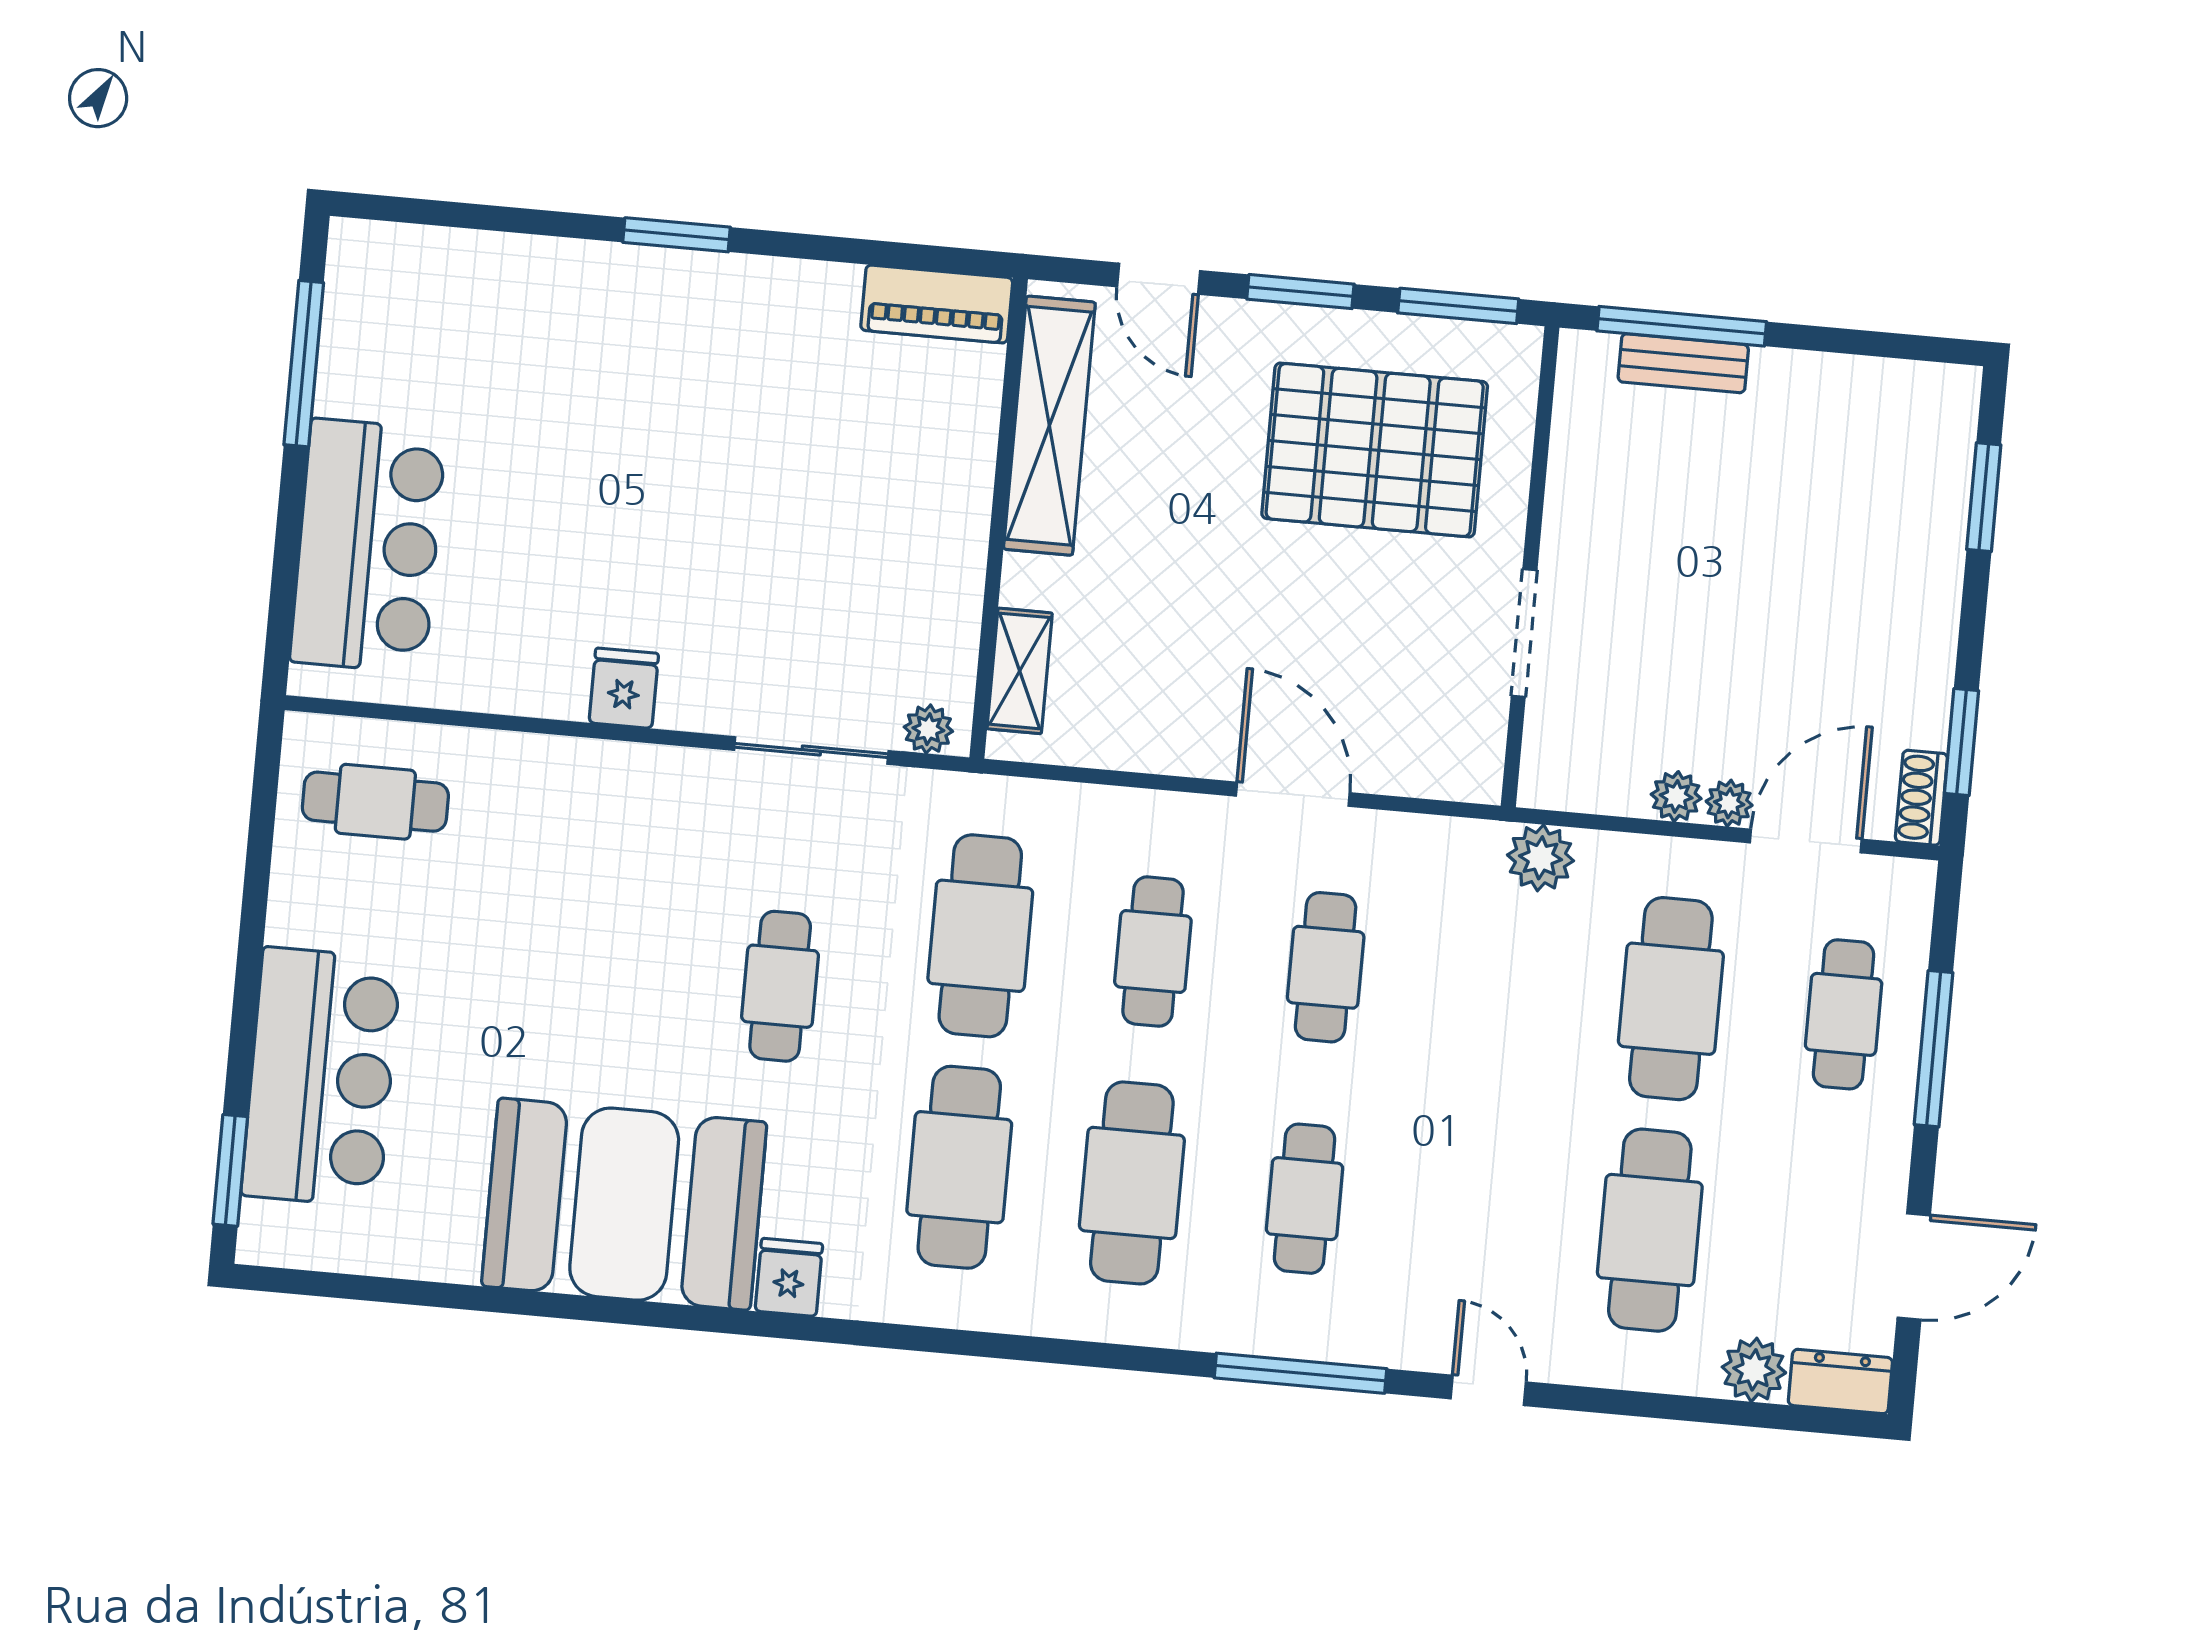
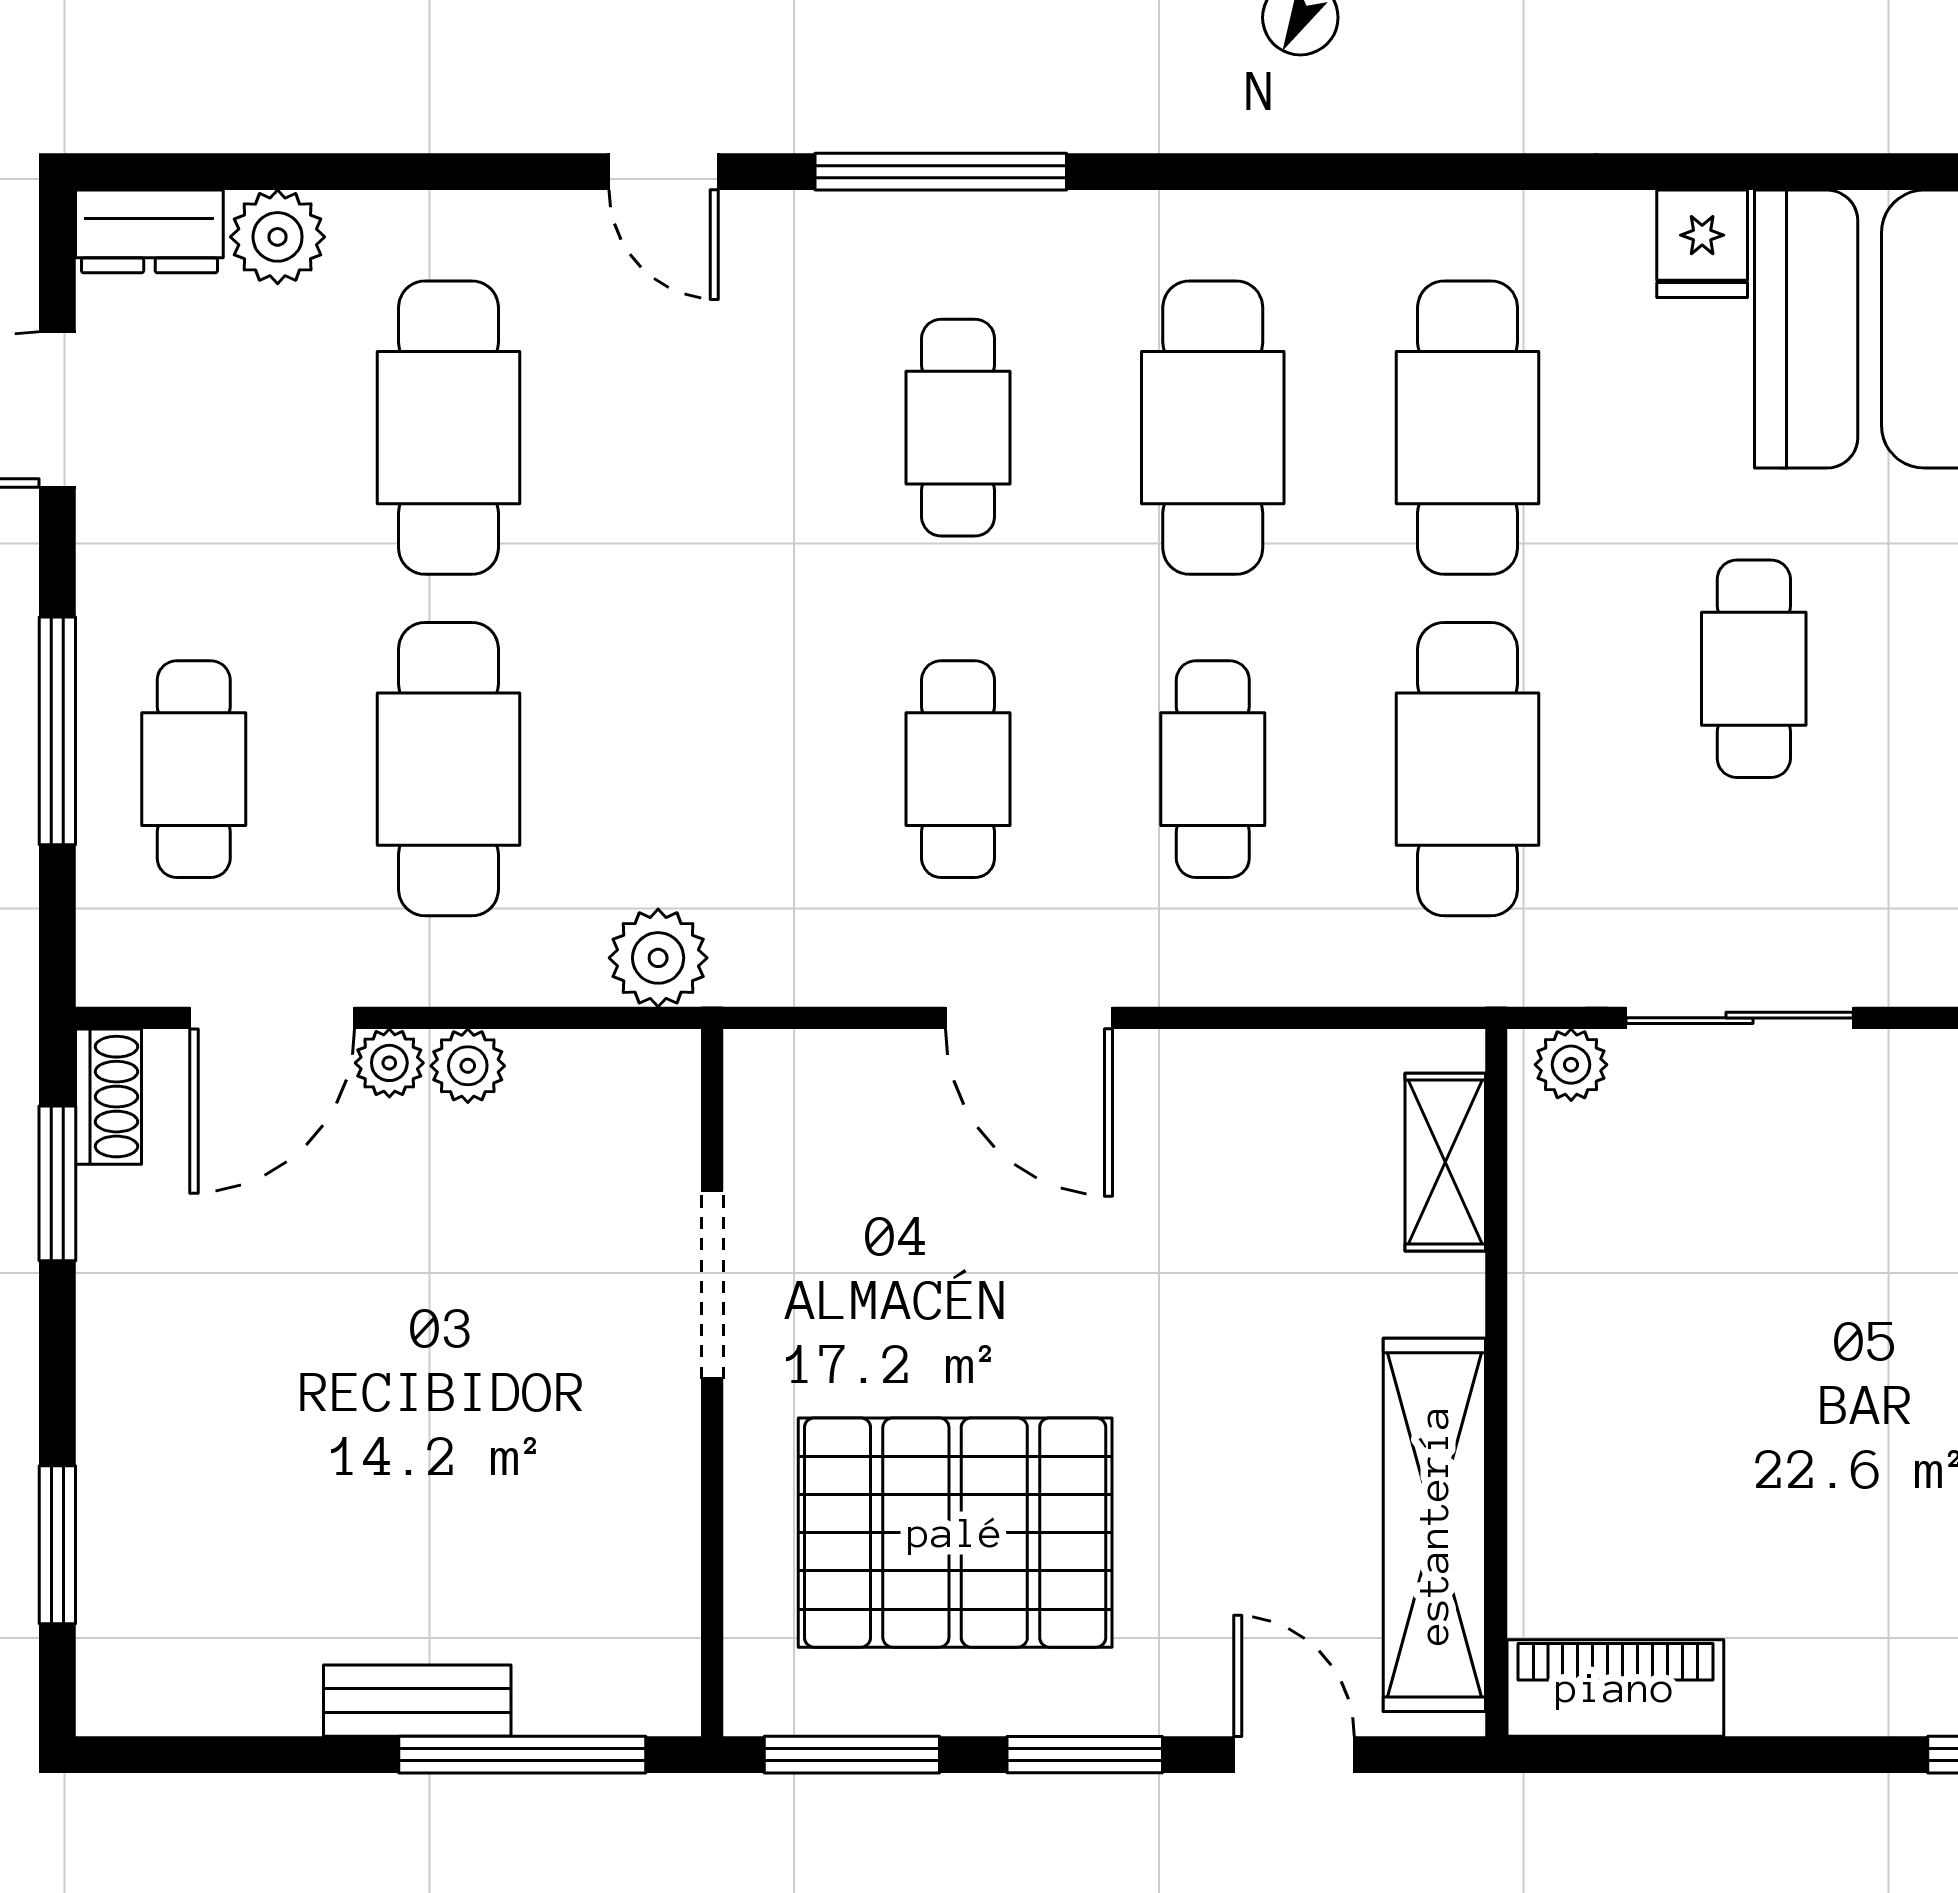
bench: (1683, 363) -> (417, 1701), moved

